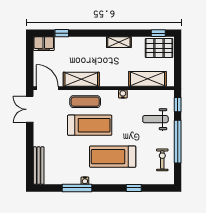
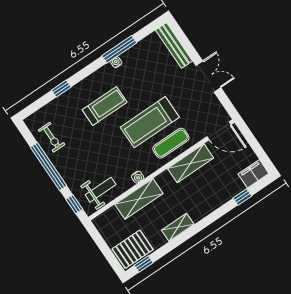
shelving: (147, 79) -> (139, 199), moved
double door: (30, 109) -> (208, 77), moved
weight bench: (155, 119) -> (101, 190), moved
treadmill: (113, 157) -> (105, 106), width x0.73, depth x0.73

